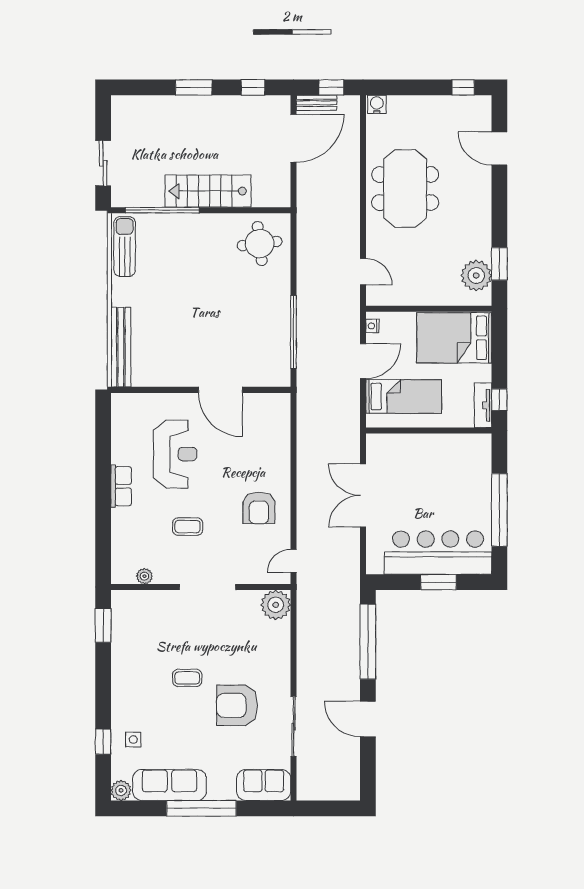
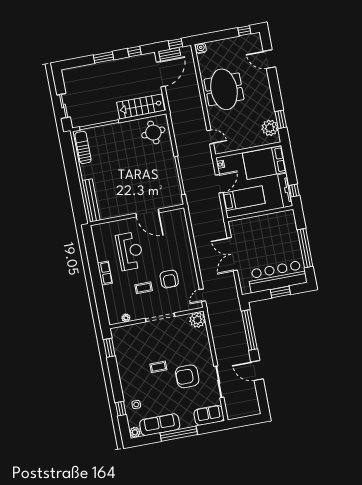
stairs: (208, 191) -> (141, 106), moved
tv unit: (483, 405) -> (285, 190), width x1.41
armchair: (259, 508) -> (169, 279), moved

